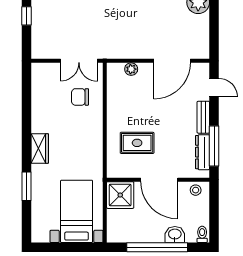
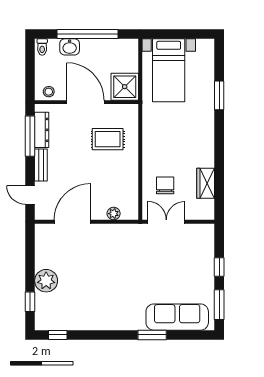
chair: (80, 97) -> (165, 185), turned -90
wardrobe: (40, 148) -> (206, 183), moved

